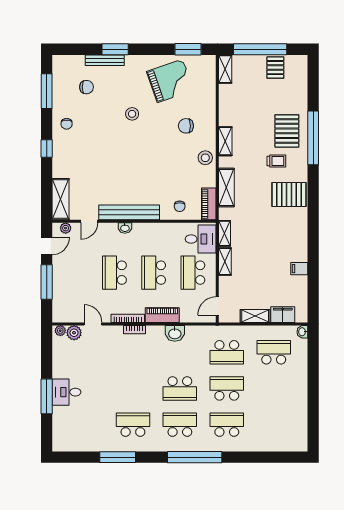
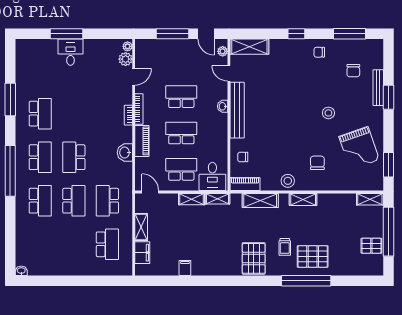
washbasin: (302, 332) -> (21, 271), moved

